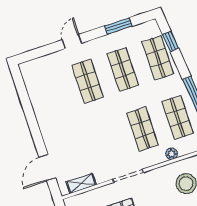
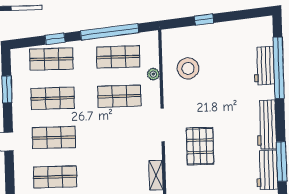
window: (171, 42) -> (55, 39), moved
shop shelf: (53, 93) -> (55, 177), added

